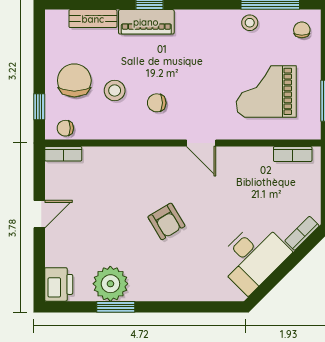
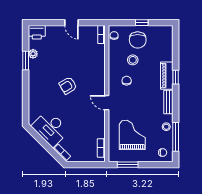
bench: (93, 19) -> (168, 102), moved
chair: (74, 80) -> (138, 40), turned 90
window: (39, 107) -> (142, 23), moved
door: (201, 143) -> (107, 103), hinge flipped
plant: (110, 284) -> (33, 54), width x0.53, depth x0.53

